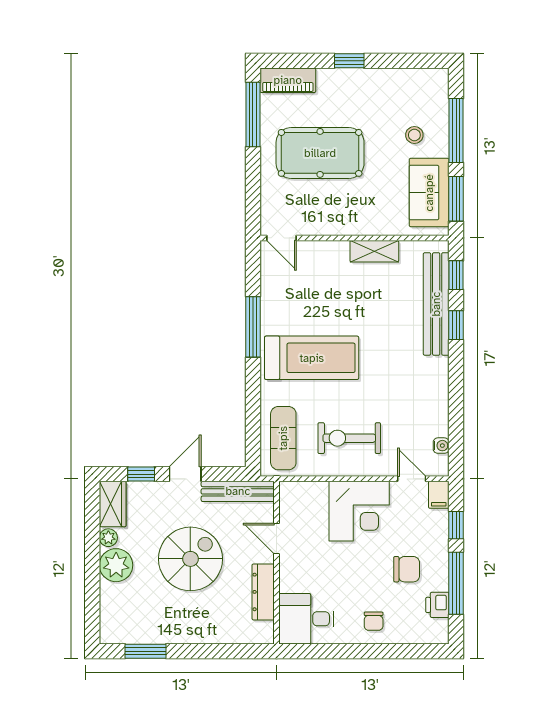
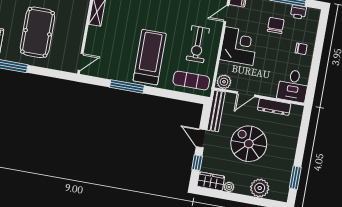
plant: (292, 496) -> (224, 82), added
plant: (116, 565) -> (260, 188), moved

